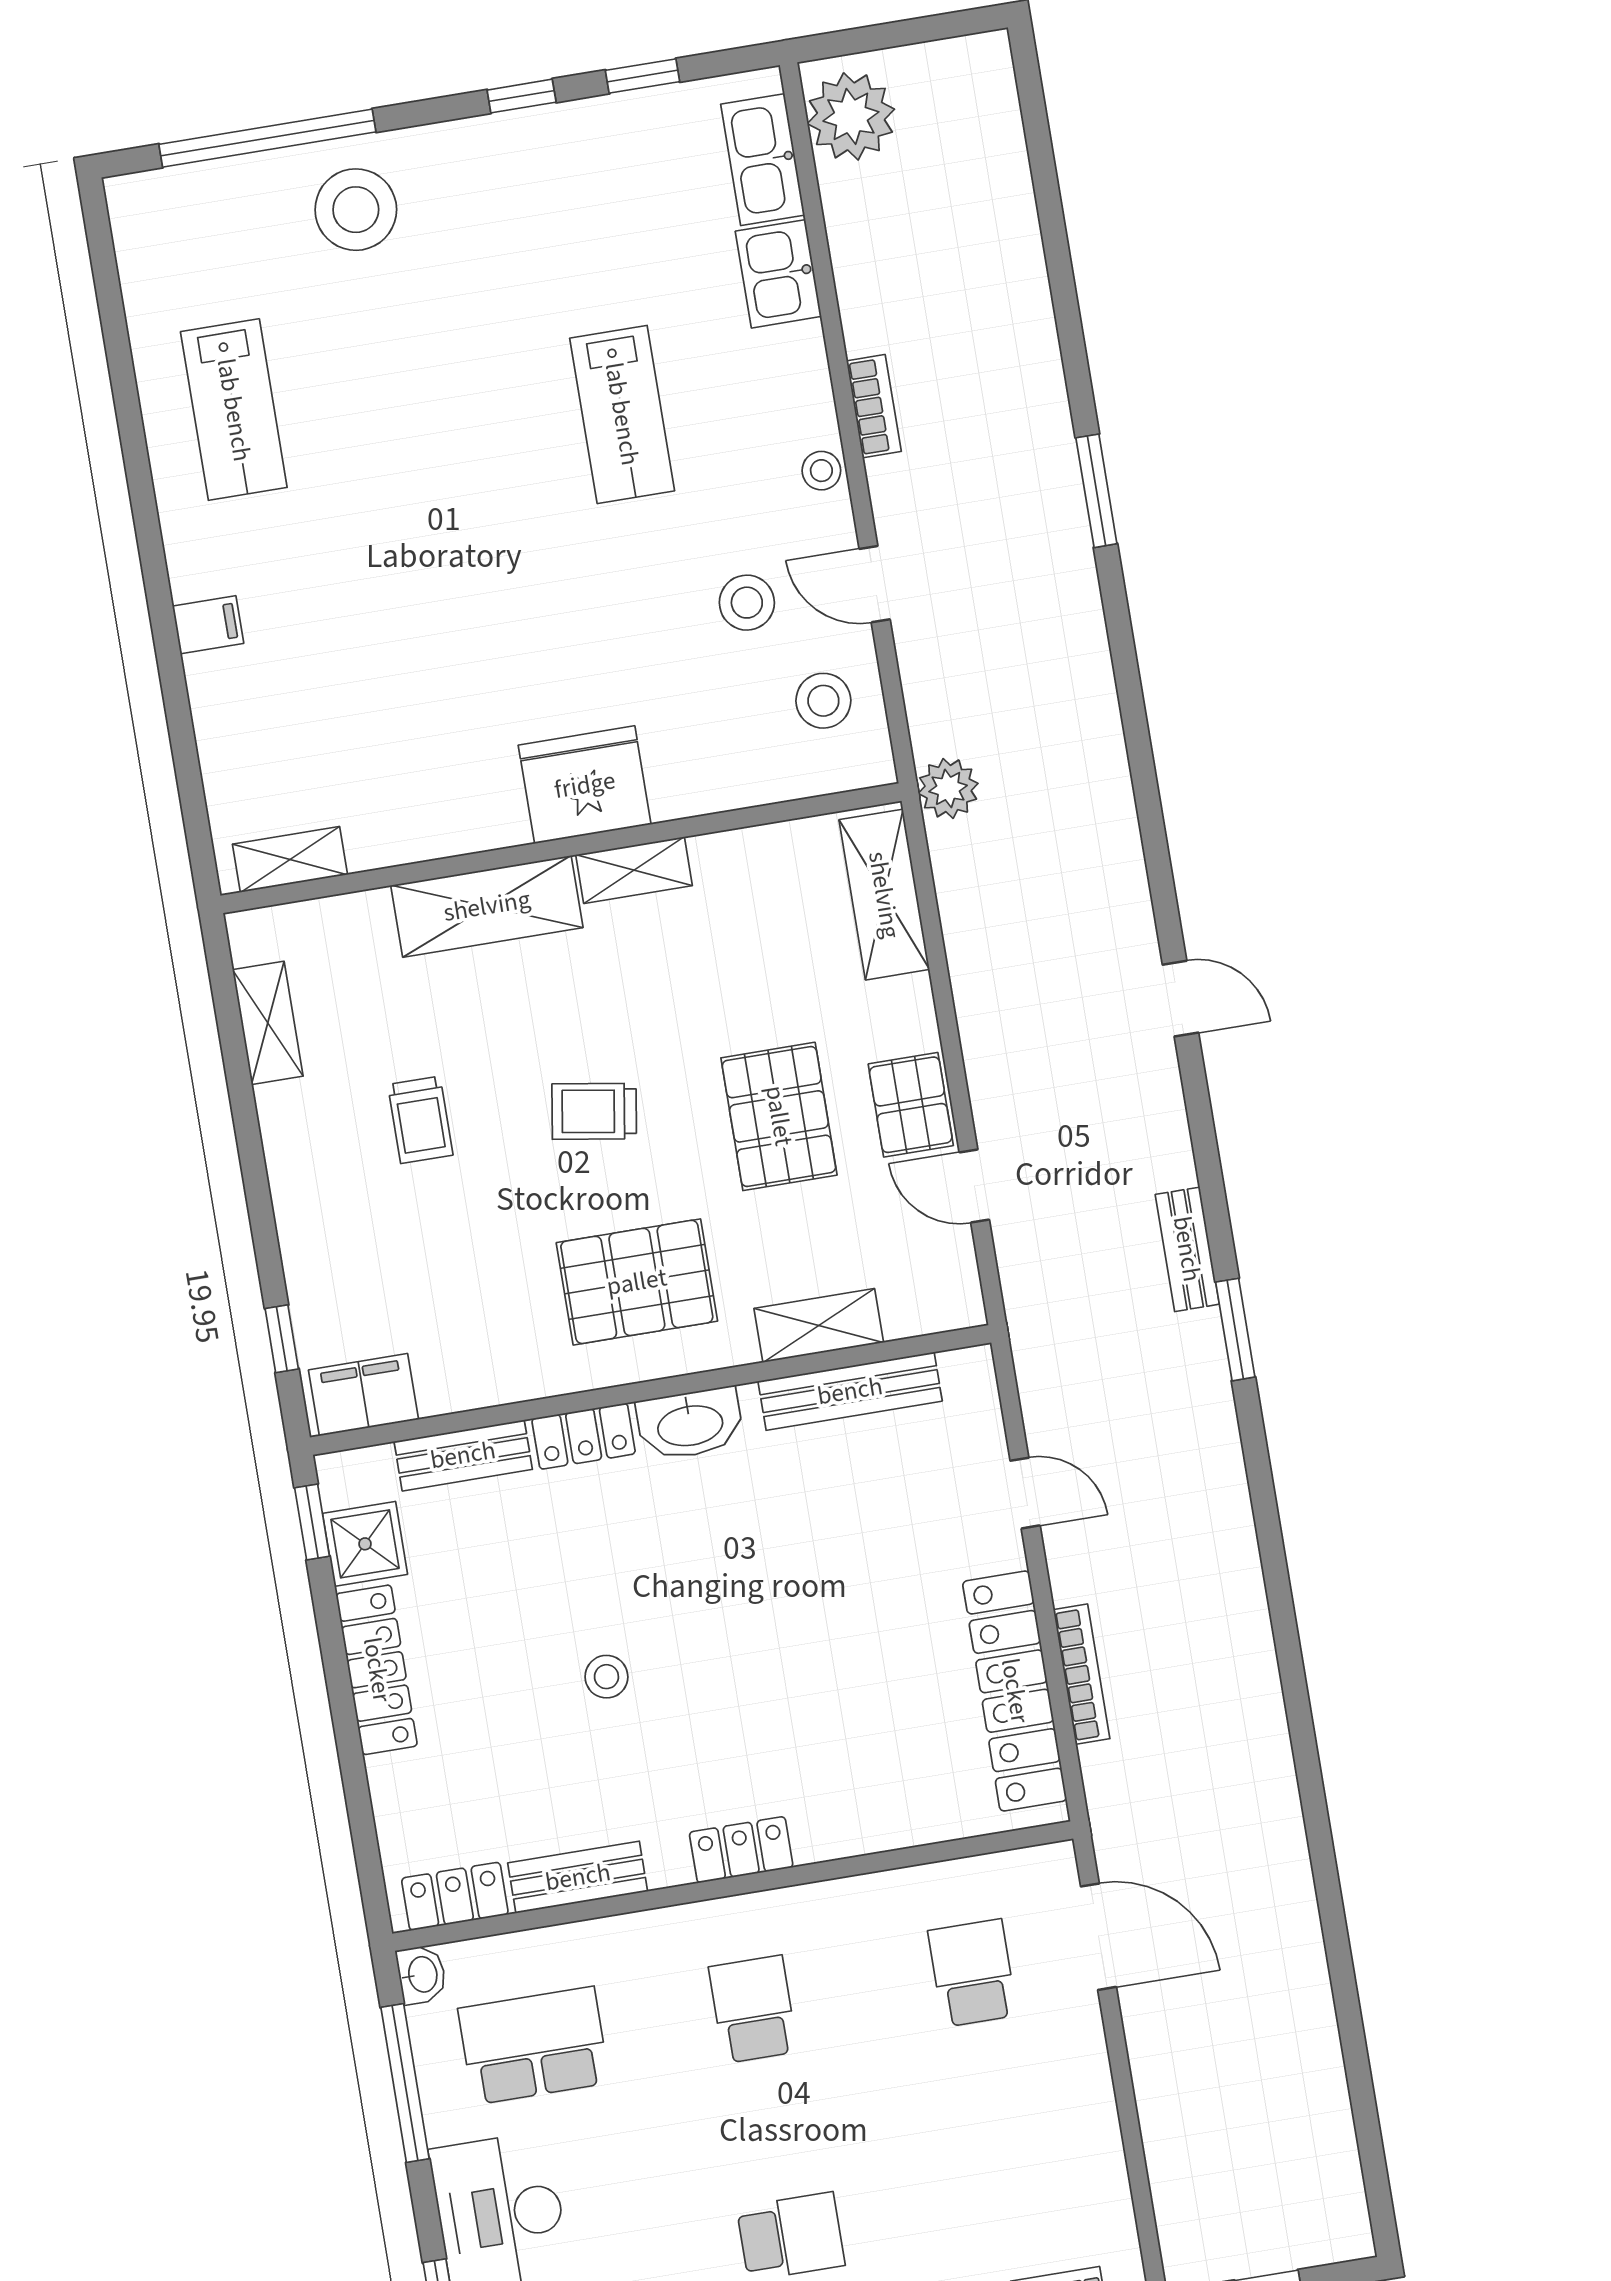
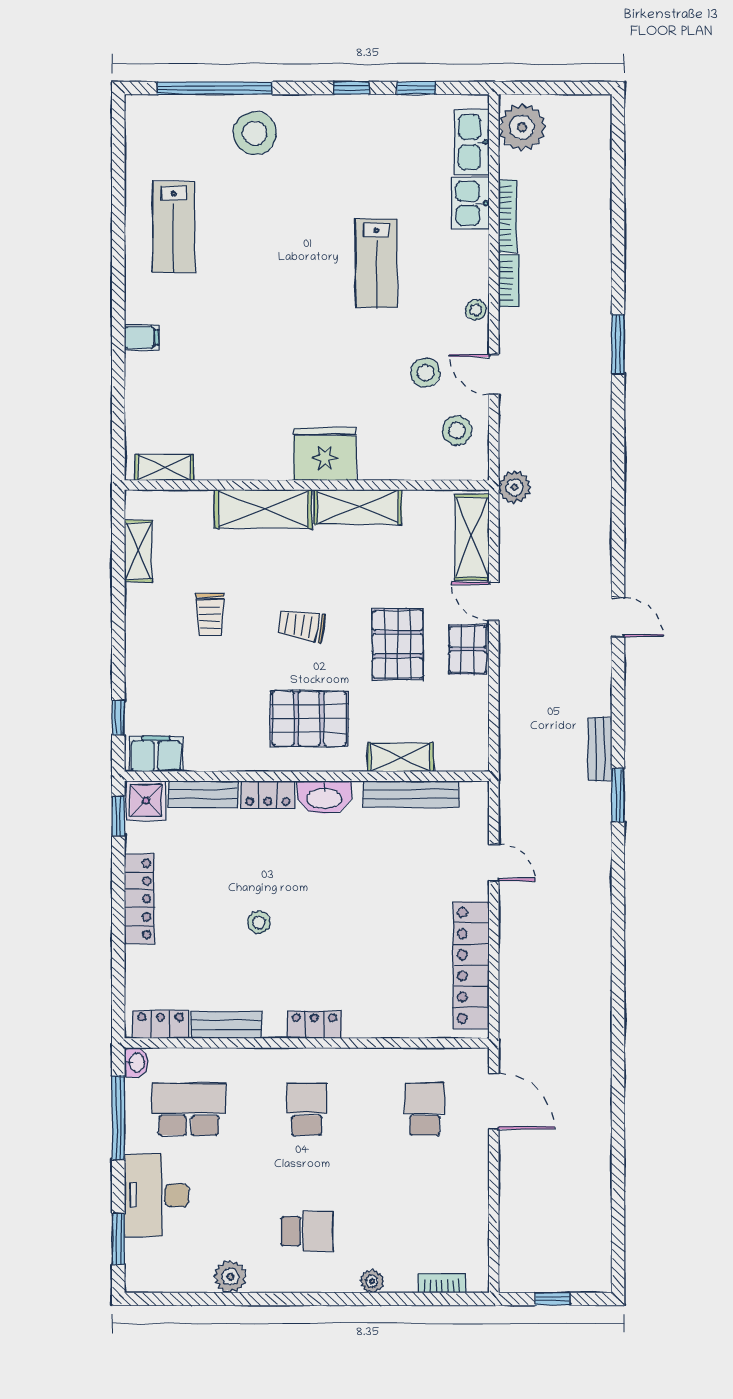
shelving: (634, 870) -> (358, 507), width x1.50, depth x1.33
door: (974, 1186) -> (494, 601), moved
shower: (365, 1544) -> (146, 801), moved
bookcase: (1082, 1674) -> (508, 216), moved

